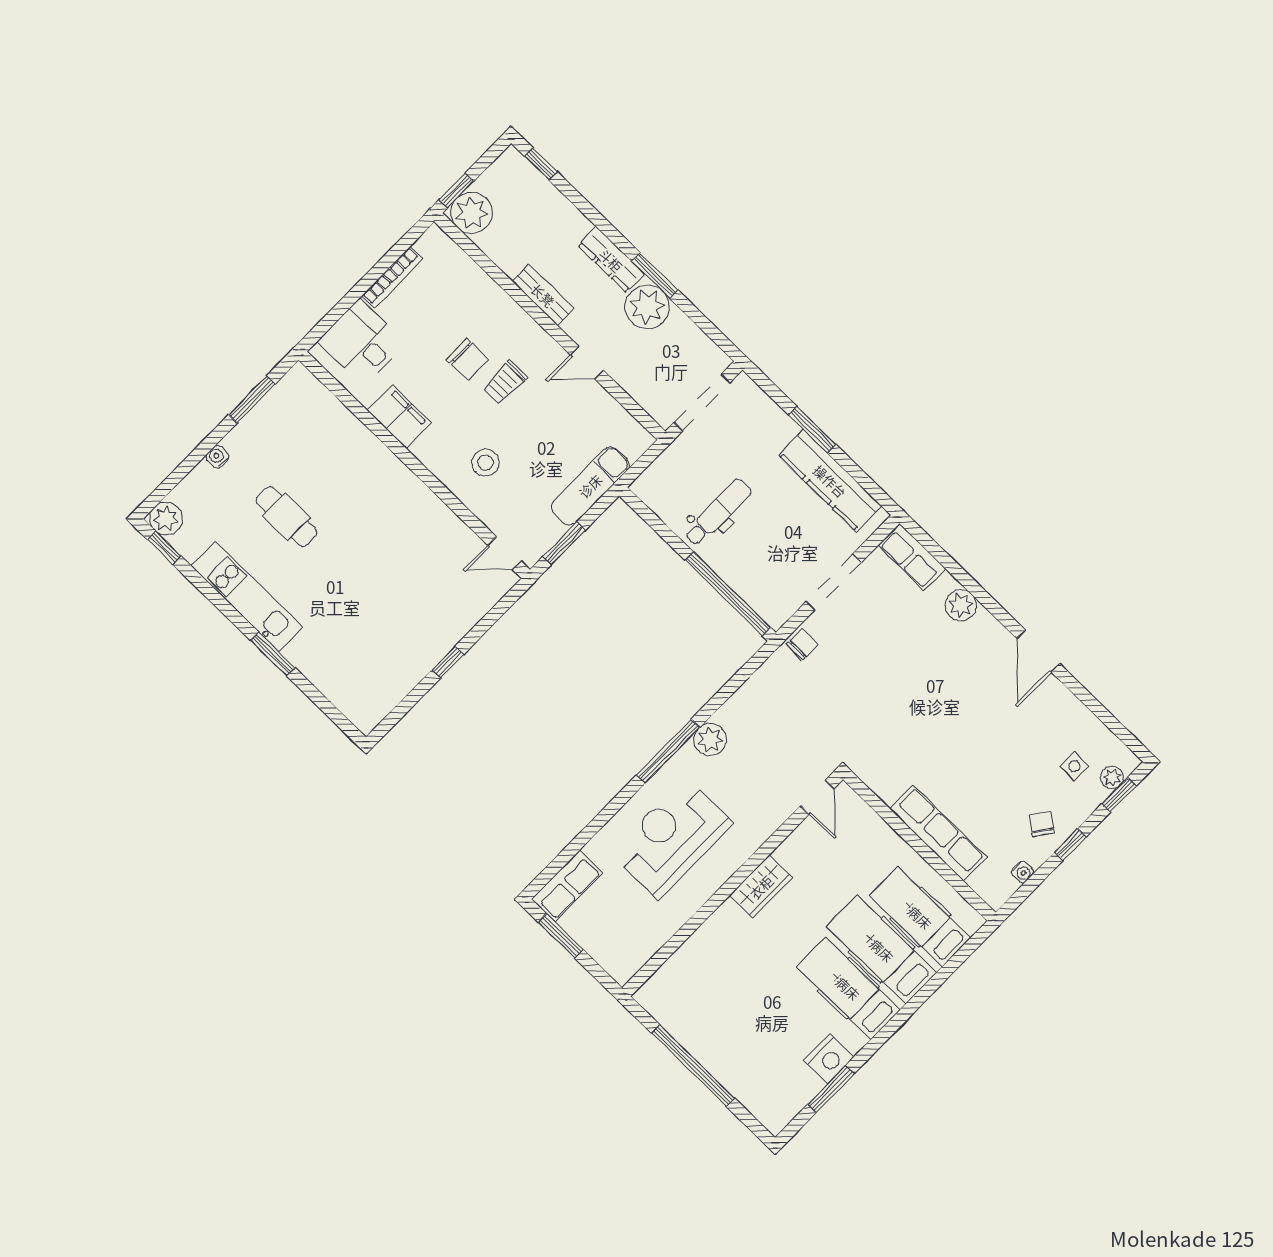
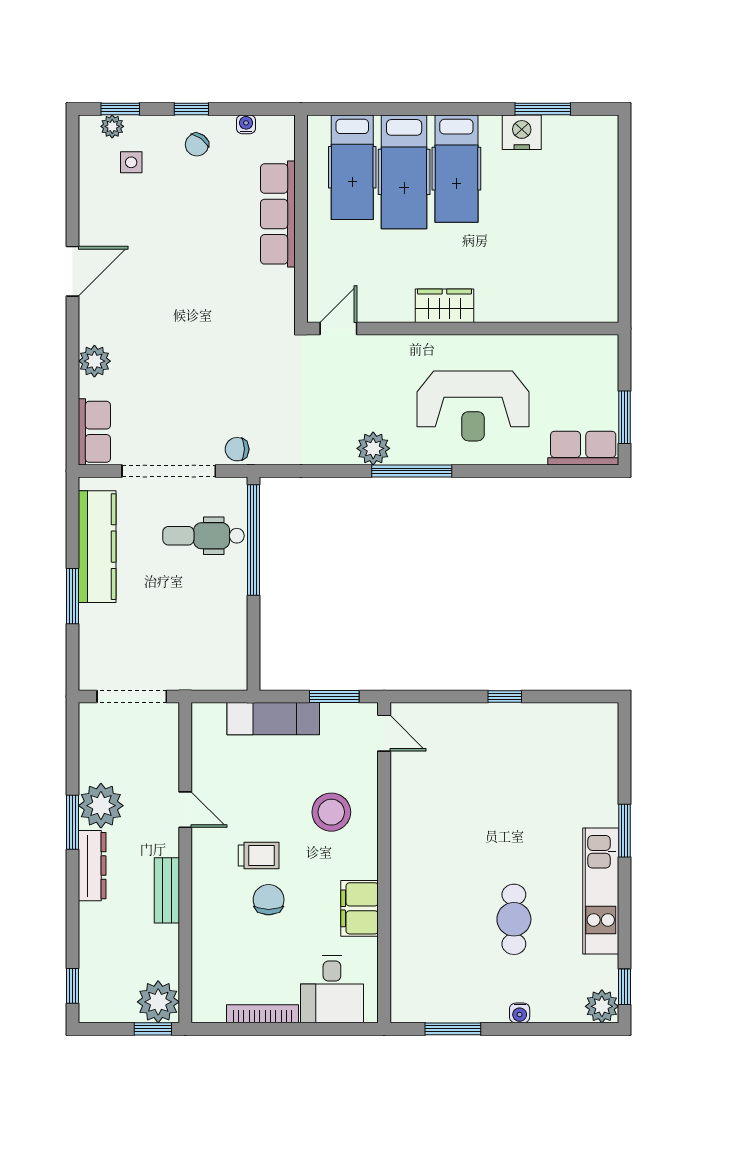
stool: (486, 463) -> (331, 812), width x1.38, depth x1.38
dental chair: (718, 512) -> (204, 536), moved
doorway: (834, 582) -> (169, 471), width x1.36
window: (693, 1066) -> (624, 227), removed

